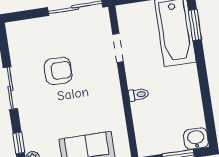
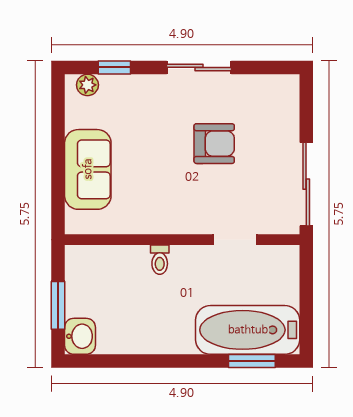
armchair: (58, 71) -> (214, 144), turned -90

